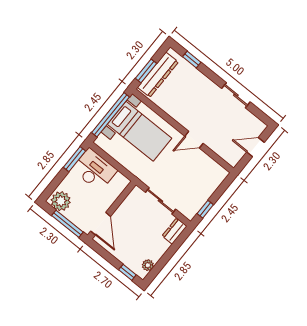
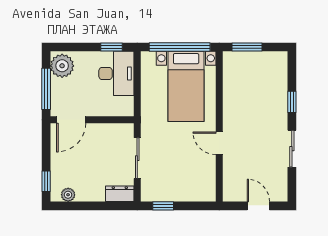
window: (192, 59) -> (292, 102), moved
dresser: (158, 75) -> (252, 61), removed
window: (75, 159) -> (111, 47), width x0.67

